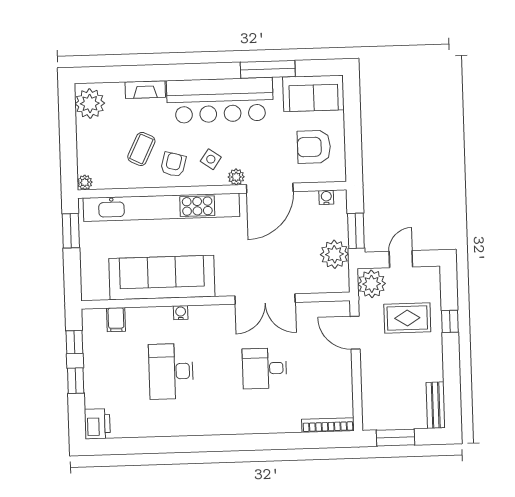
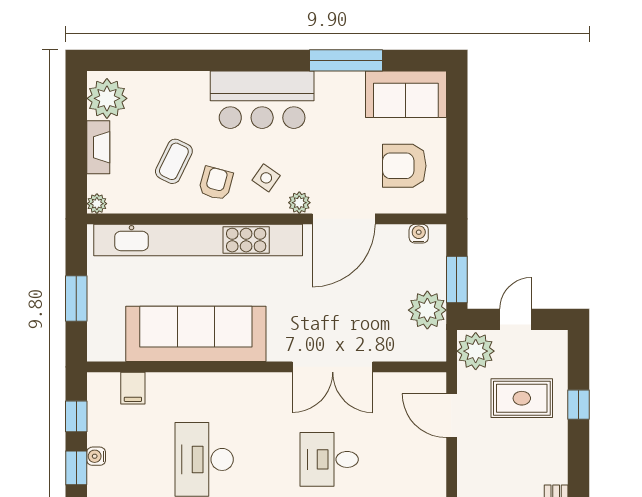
fireplace: (145, 90) -> (98, 147), moved, turned -90
bar counter: (220, 100) -> (262, 100), width x0.73
window: (71, 231) -> (76, 298), moved
water cooler: (181, 313) -> (96, 456), moved, turned -90

